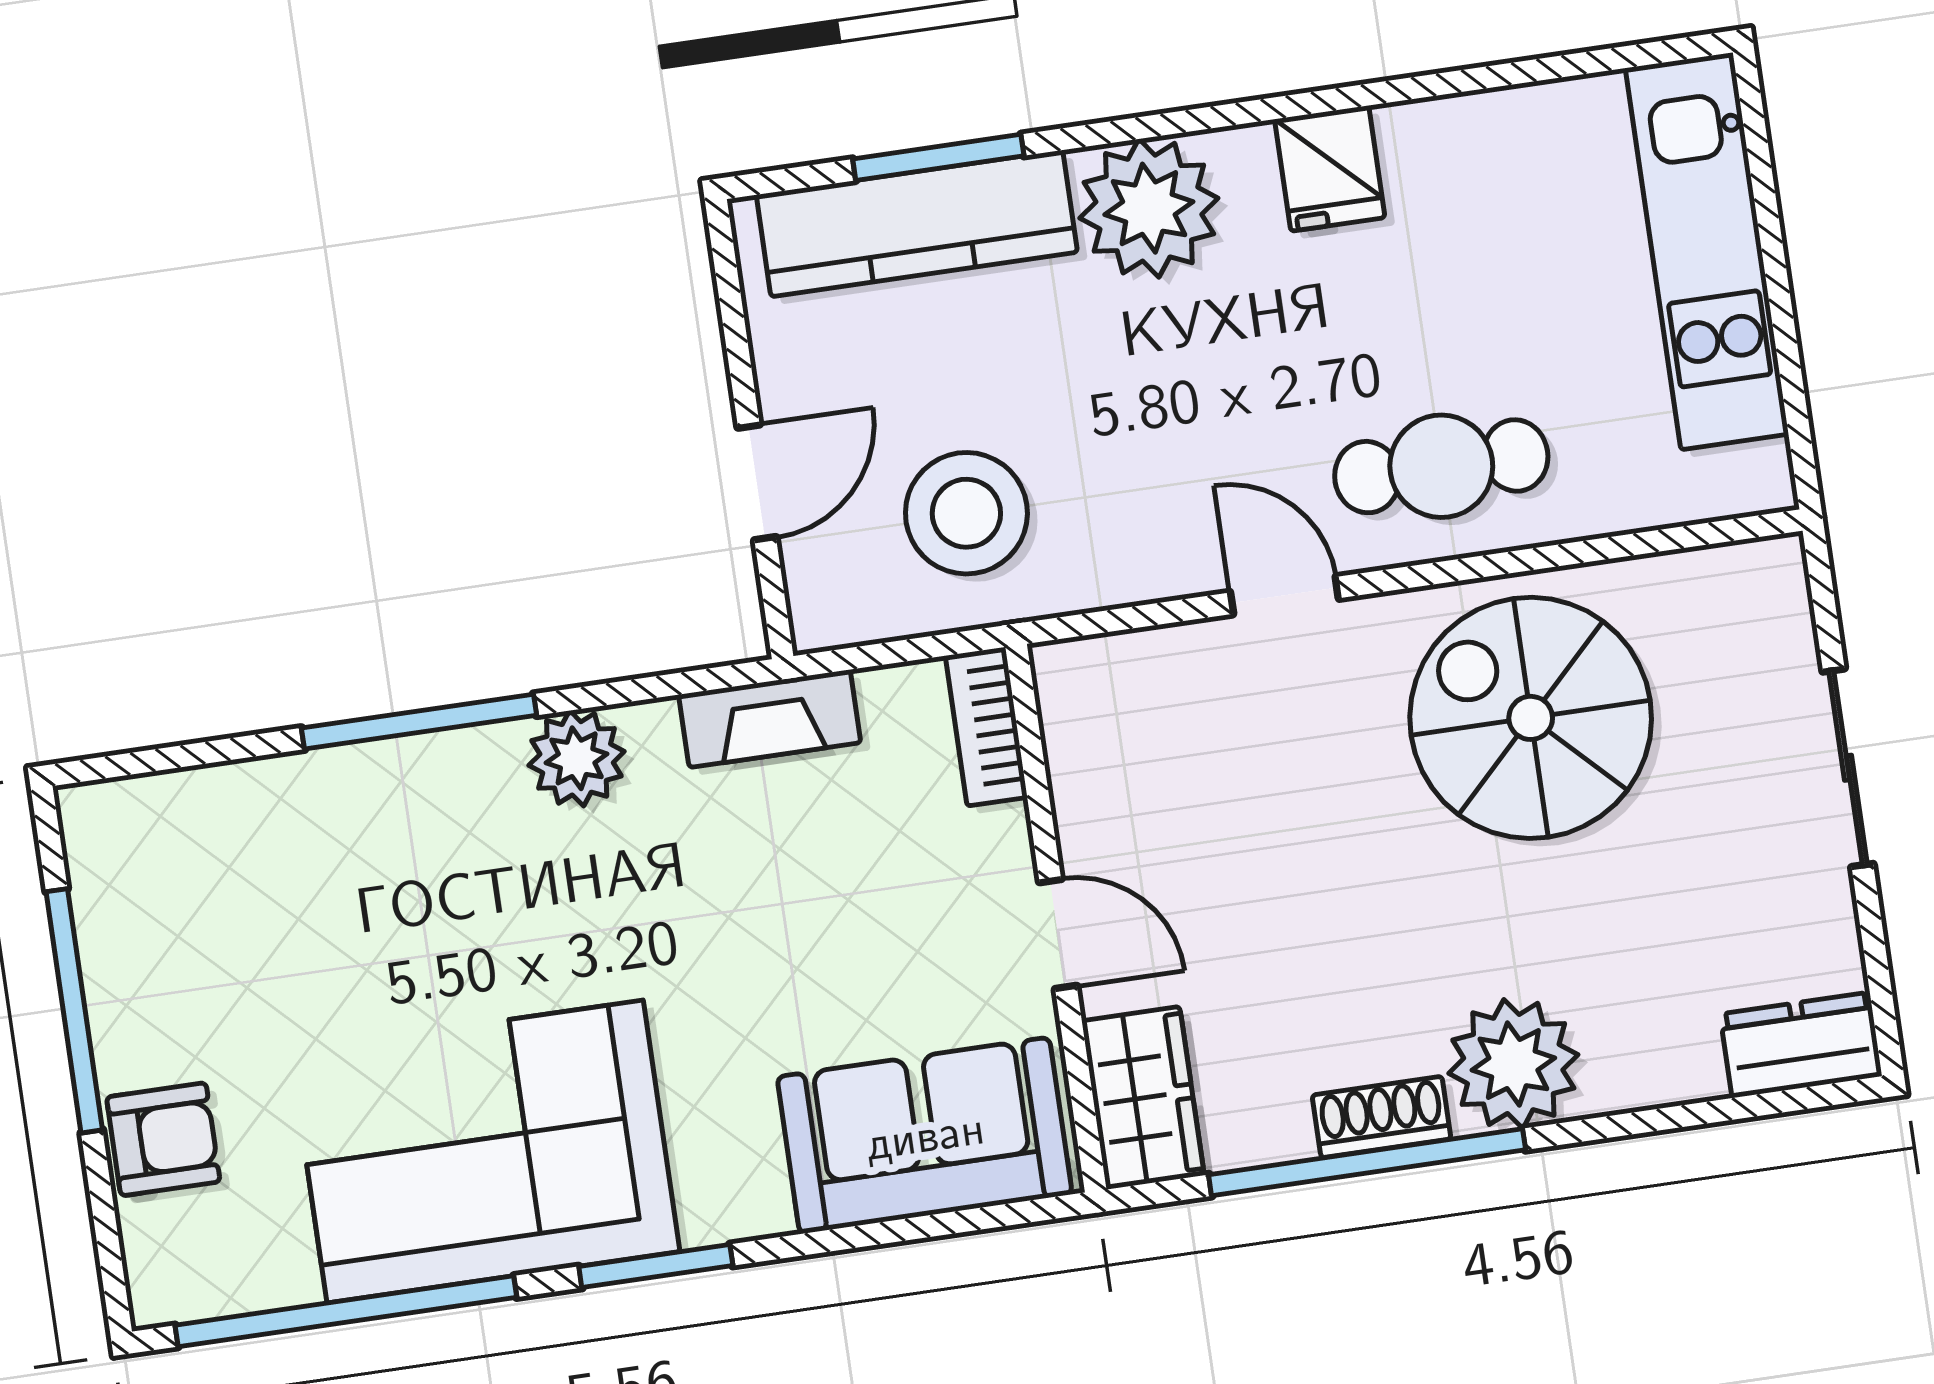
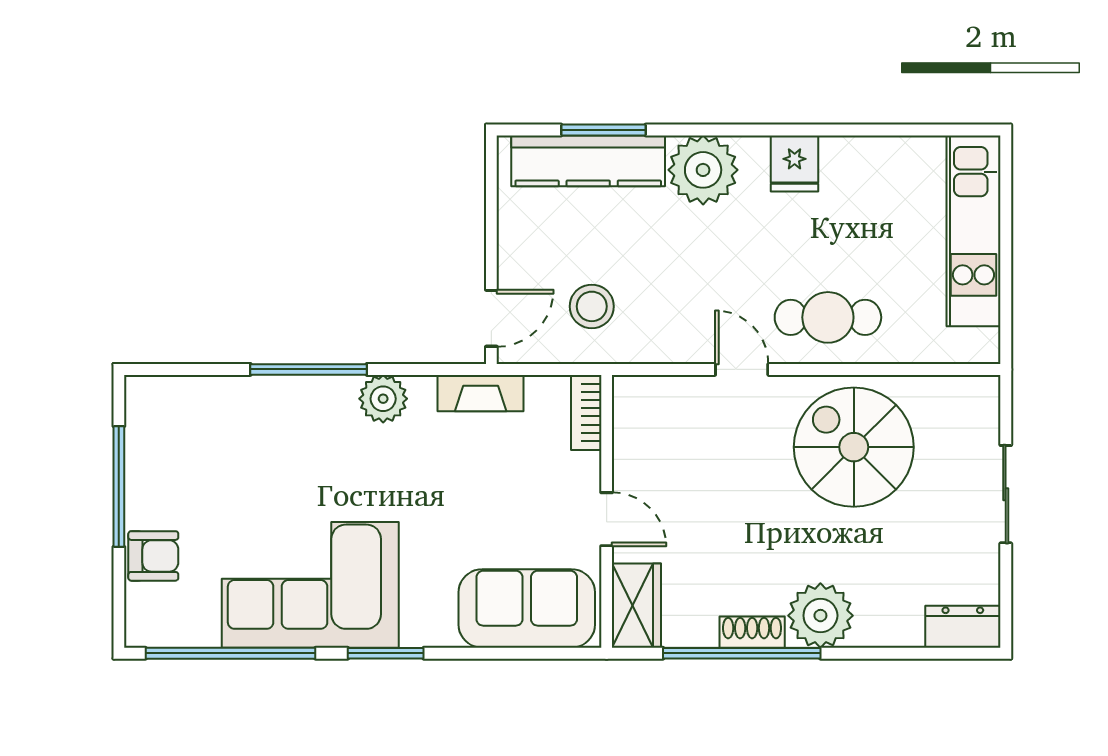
door: (757, 482) -> (491, 318), moved
stool: (966, 513) -> (592, 306), width x0.73, depth x0.73

